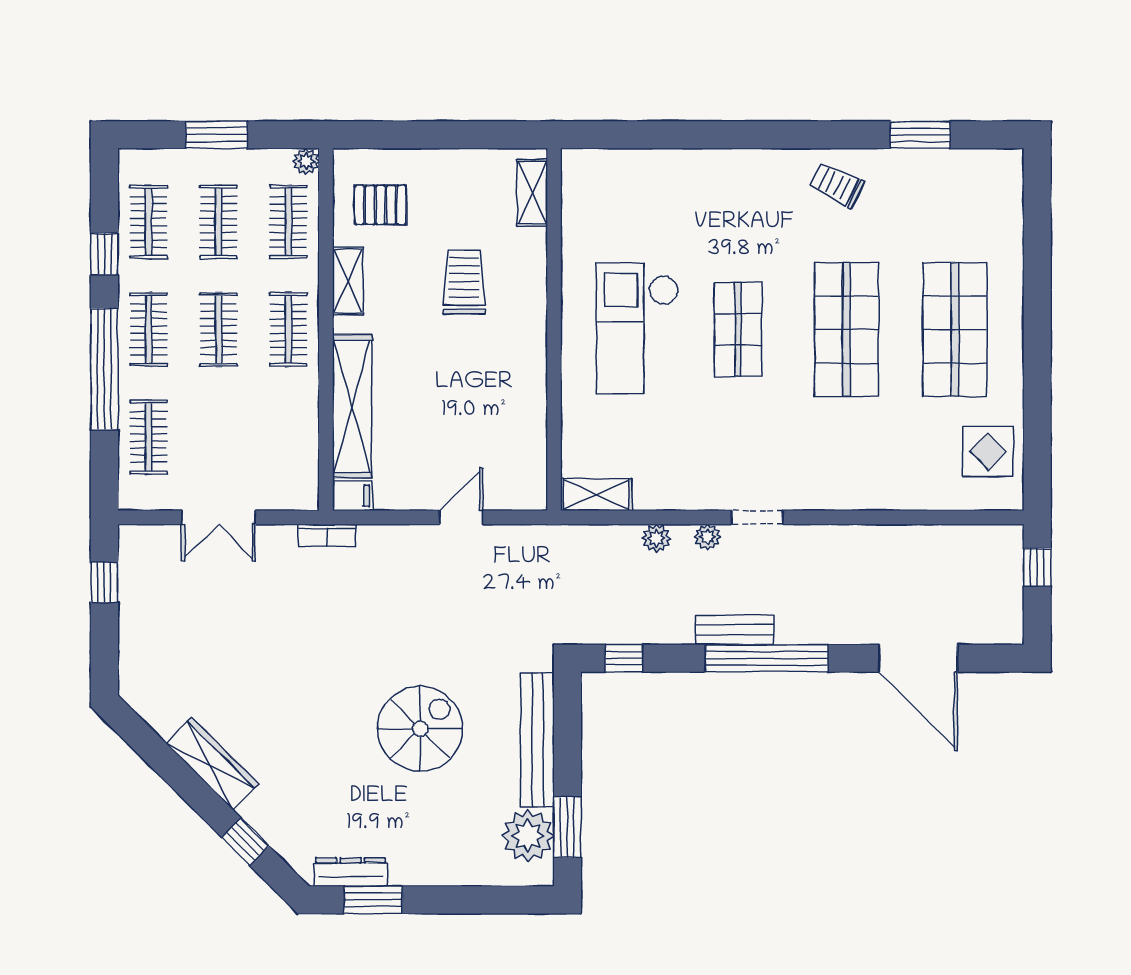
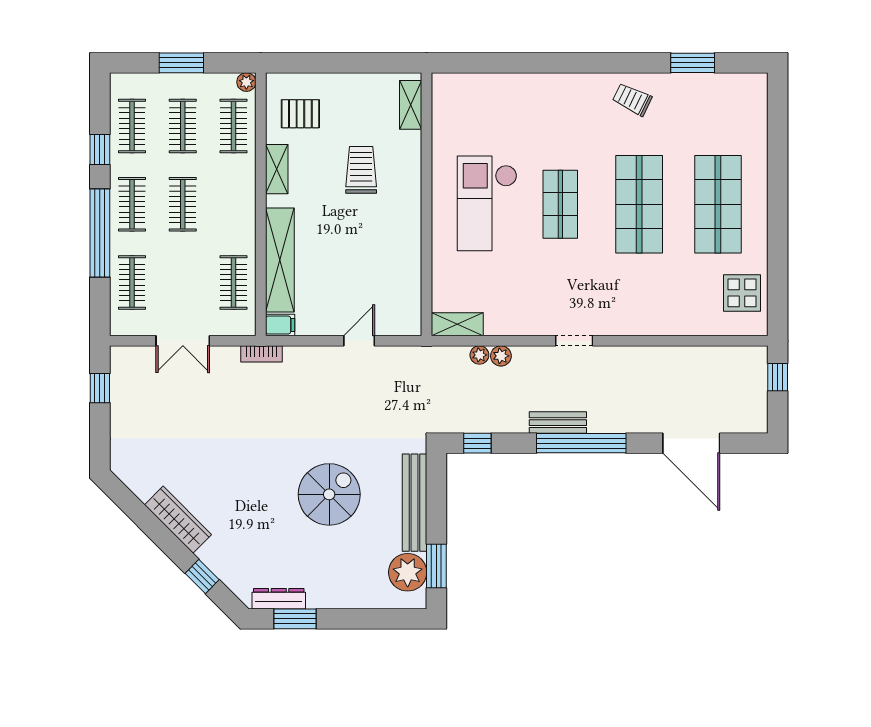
clothes rail: (288, 329) -> (234, 282), moved
plant: (708, 537) -> (479, 355), moved

